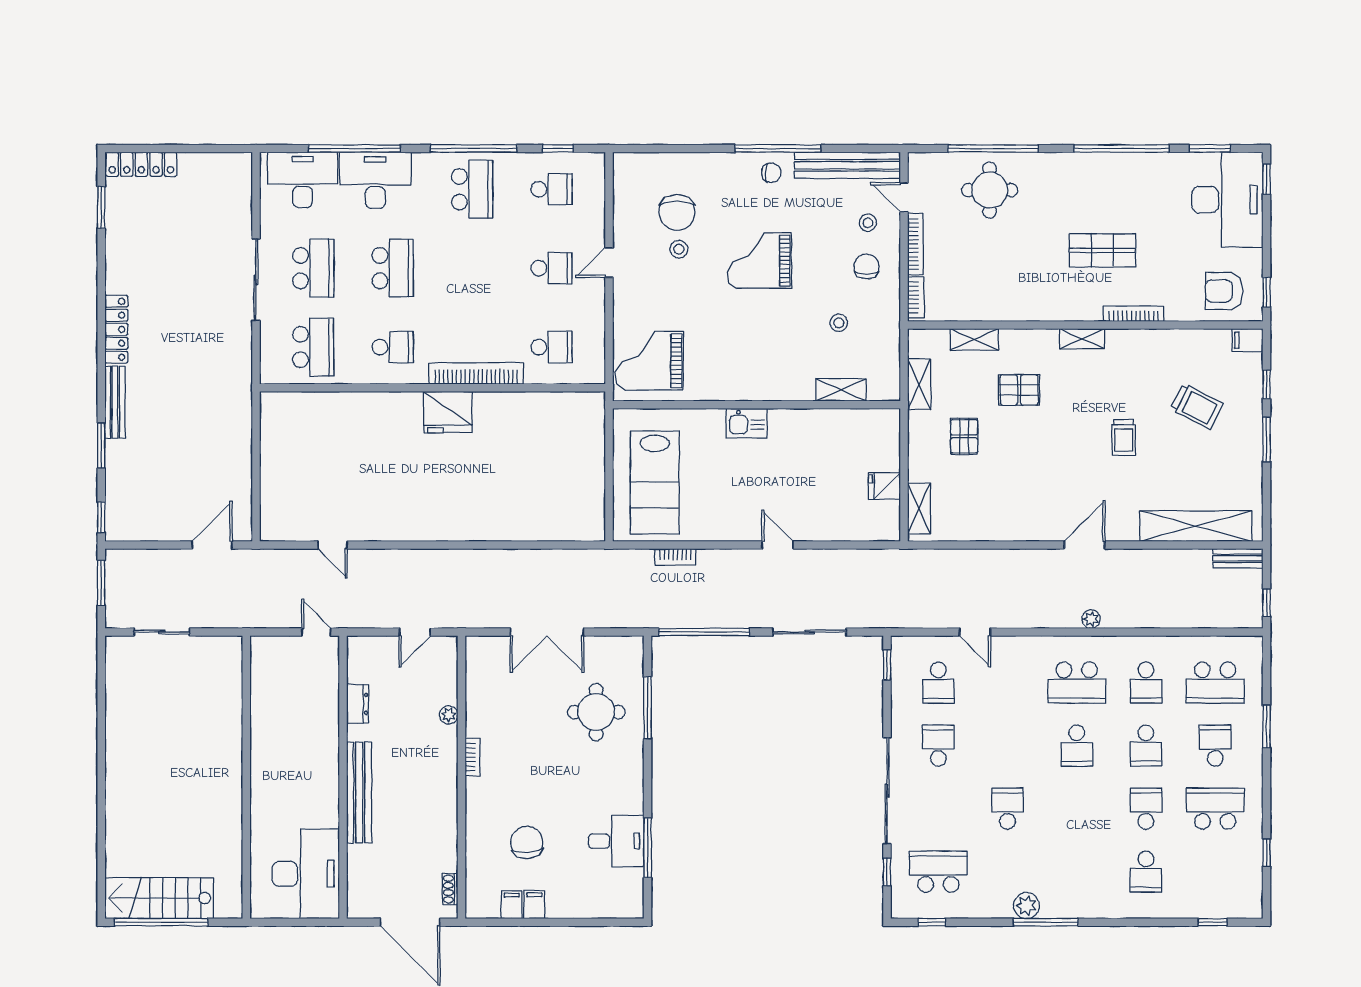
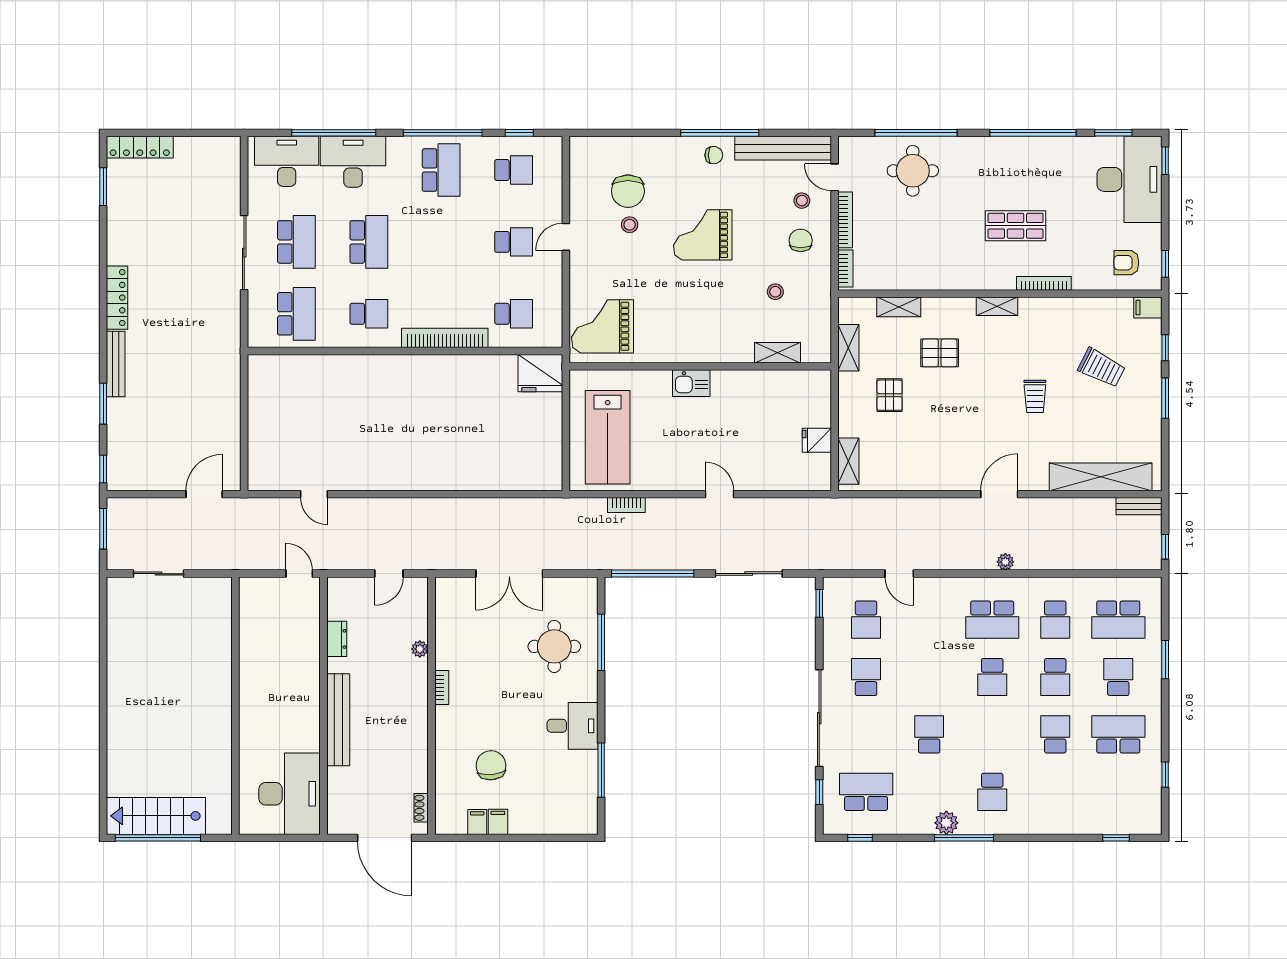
armchair: (1224, 291) -> (1126, 263), width x0.72, depth x0.72
fridge: (448, 412) -> (540, 373), moved
desk: (616, 841) -> (572, 726), moved
school desk: (1146, 872) -> (992, 792), moved

